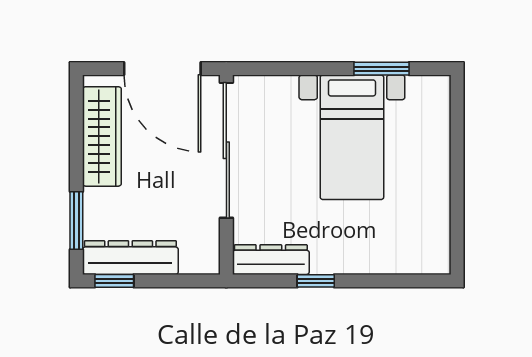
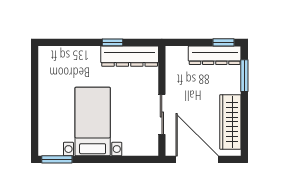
window: (382, 69) -> (57, 159), moved
sliding door: (226, 150) -> (162, 114), width x0.54
dresser: (271, 260) -> (130, 56), width x1.37, depth x1.24

